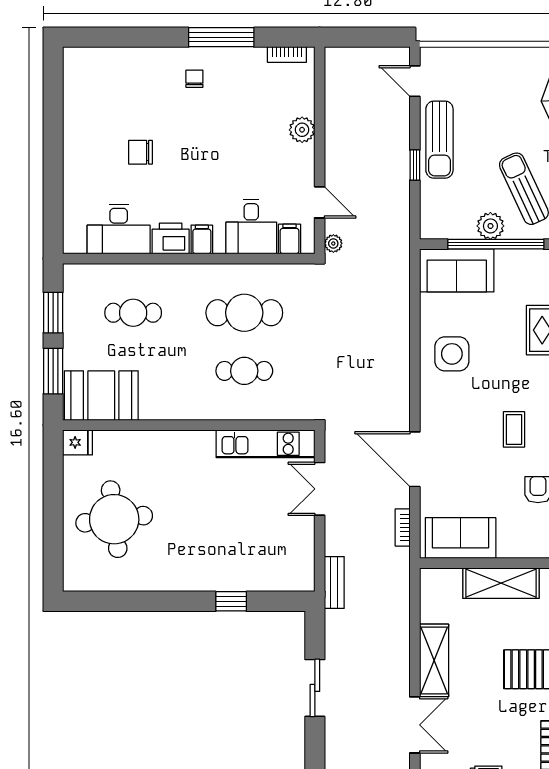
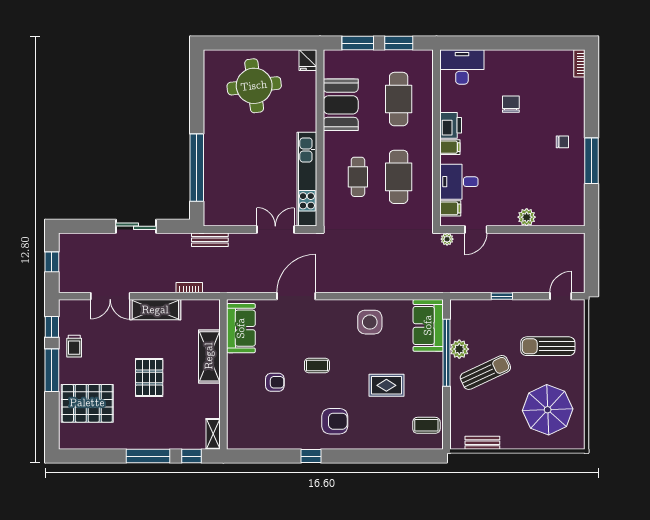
bookcase: (287, 54) -> (579, 63), moved
sun lounger: (439, 140) -> (548, 346), moved
desk: (119, 229) -> (462, 67), moved, turned 90
cafe table: (133, 313) -> (399, 99), width x1.37, depth x1.35
booth: (101, 396) -> (341, 105), moved
kitchen unit: (266, 444) -> (307, 179), width x1.36
bookcase: (403, 527) -> (189, 288), moved
window: (231, 601) -> (197, 168), width x3.17

